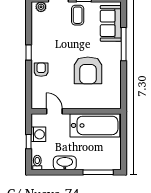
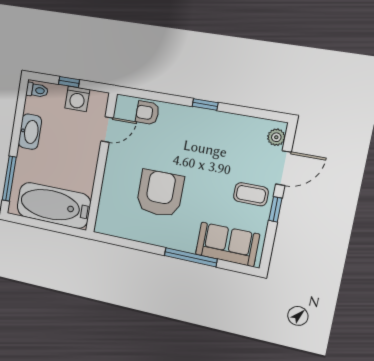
armchair: (41, 70) -> (147, 113), moved, turned 180
armchair: (88, 70) -> (160, 193), turned 90
bathtub: (95, 125) -> (54, 205), moved, turned 90

